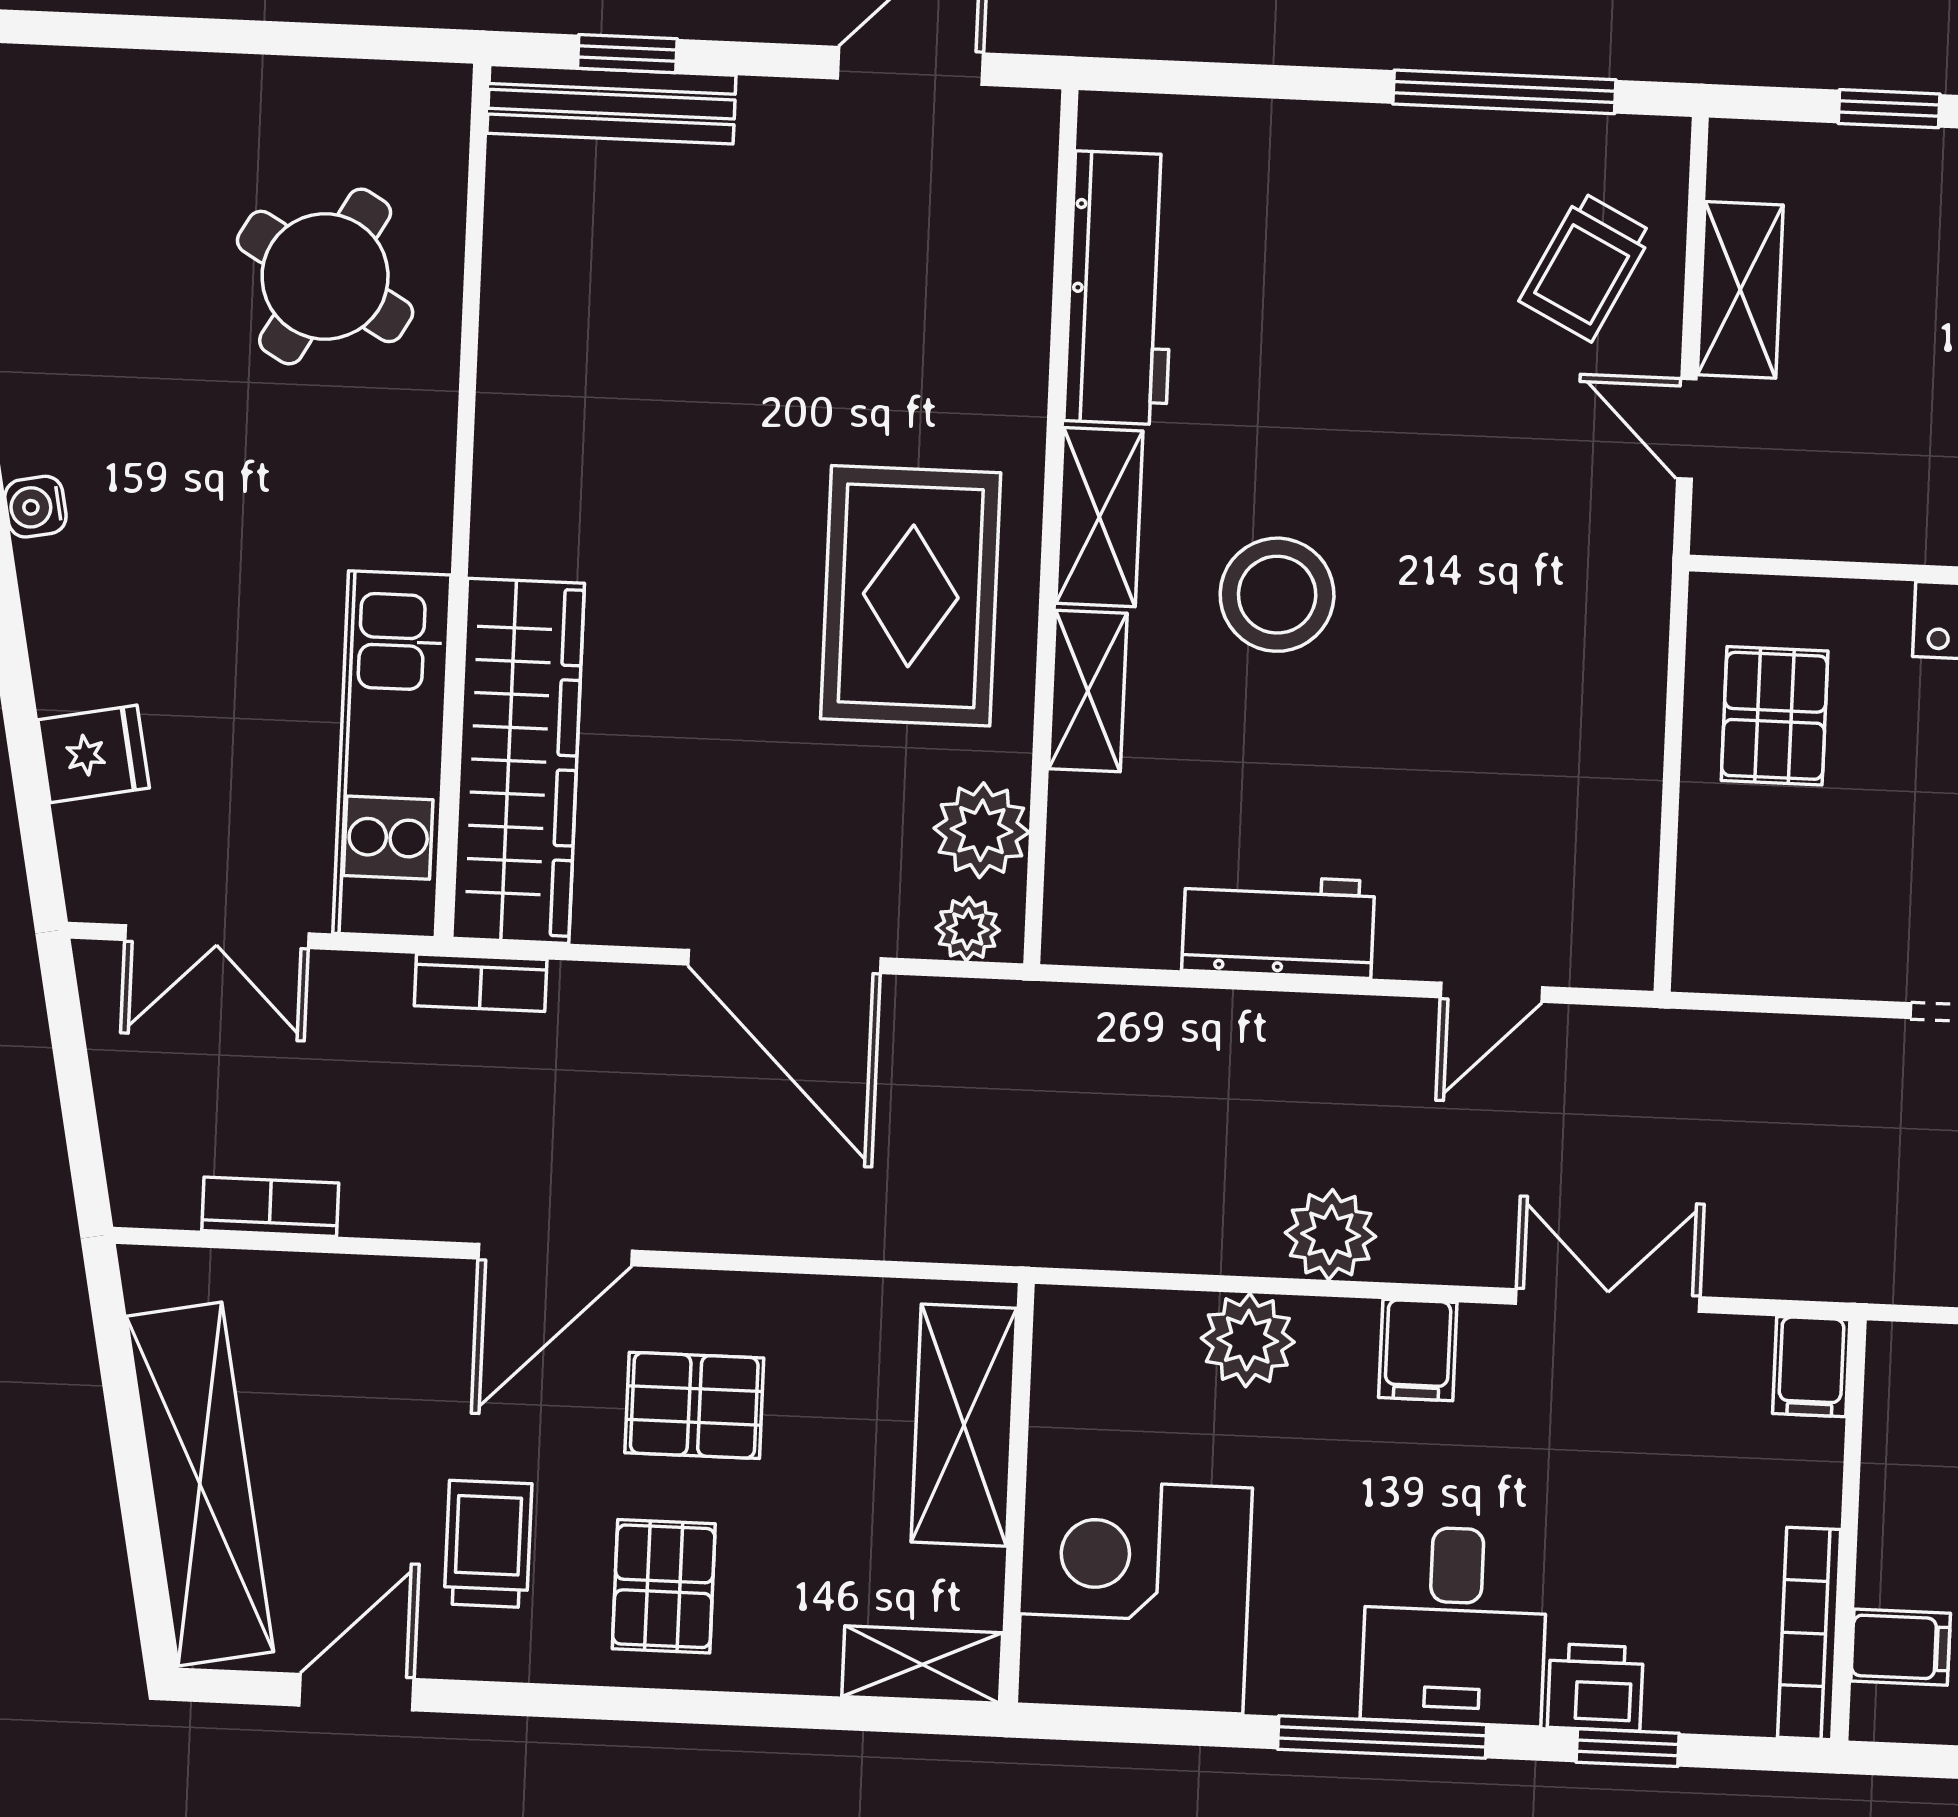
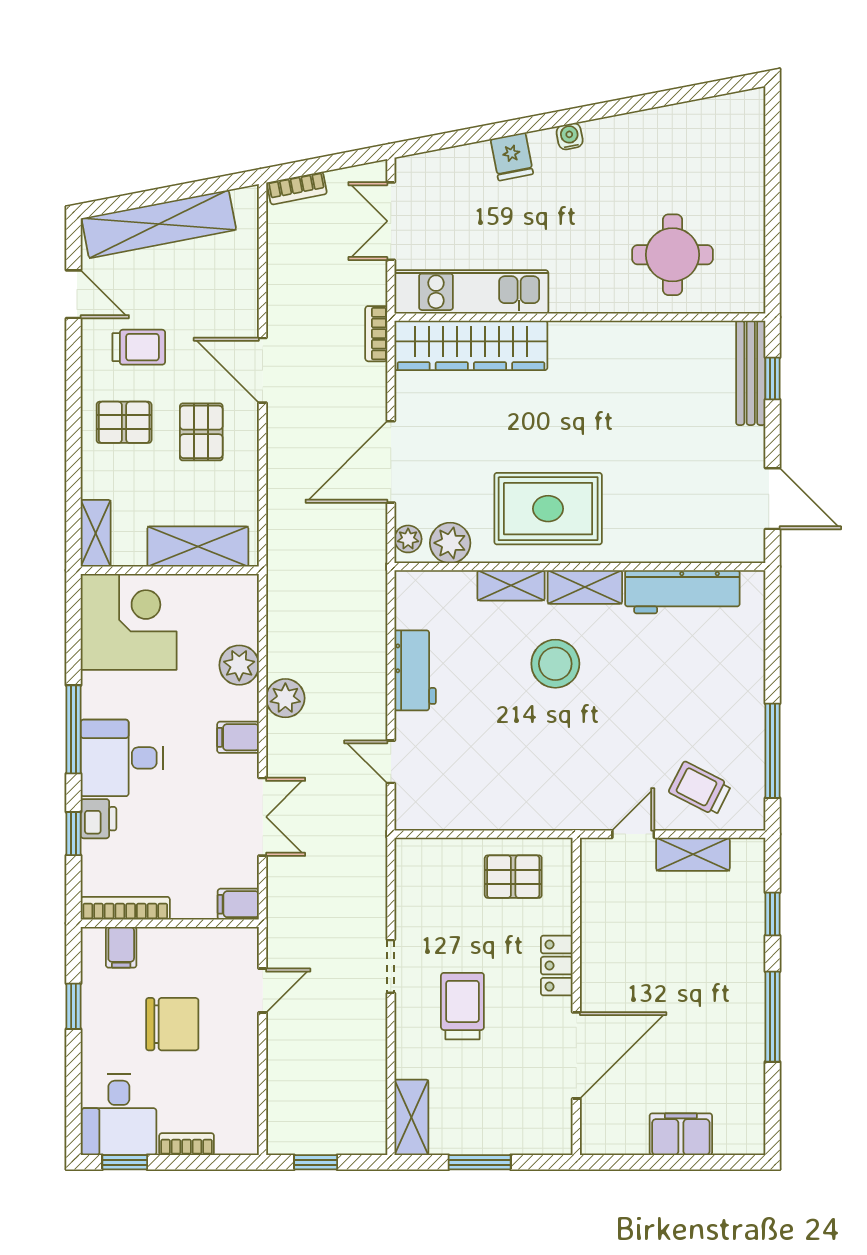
round table: (325, 276) -> (672, 255), turned -30
fridge: (94, 754) -> (512, 157), moved
bookcase: (270, 1207) -> (297, 188), moved, turned 79

